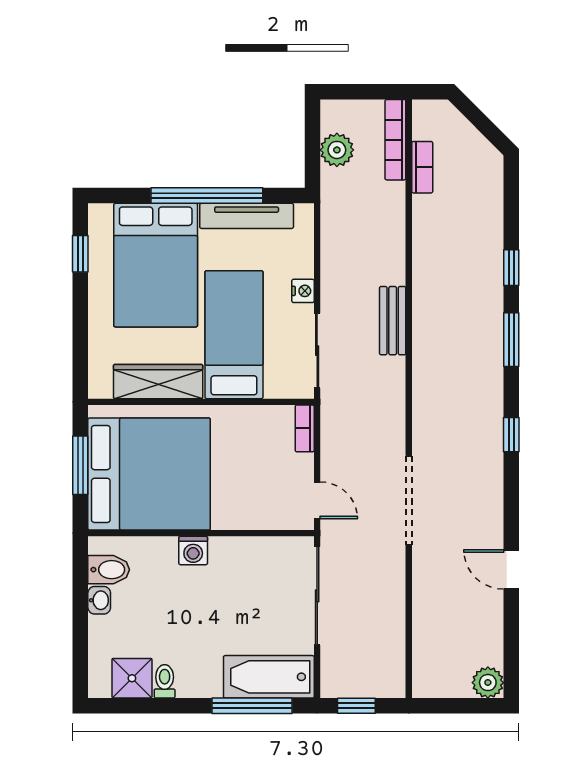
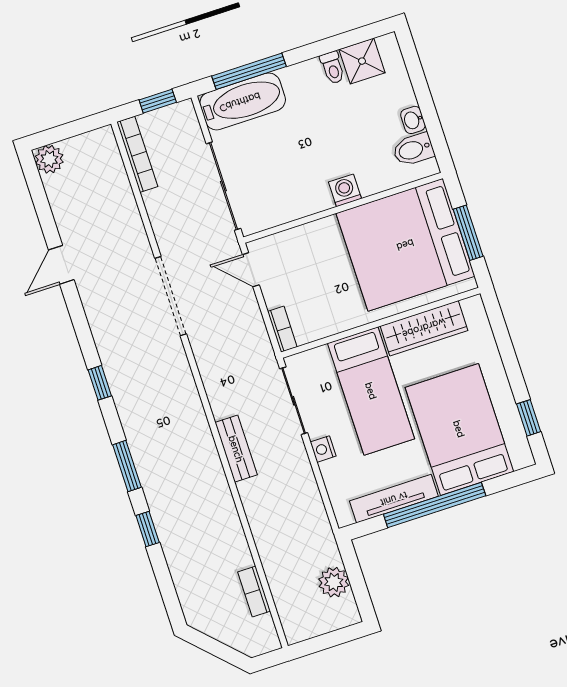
bookcase: (395, 140) -> (137, 154), moved
door: (511, 569) -> (61, 265), swing flipped

